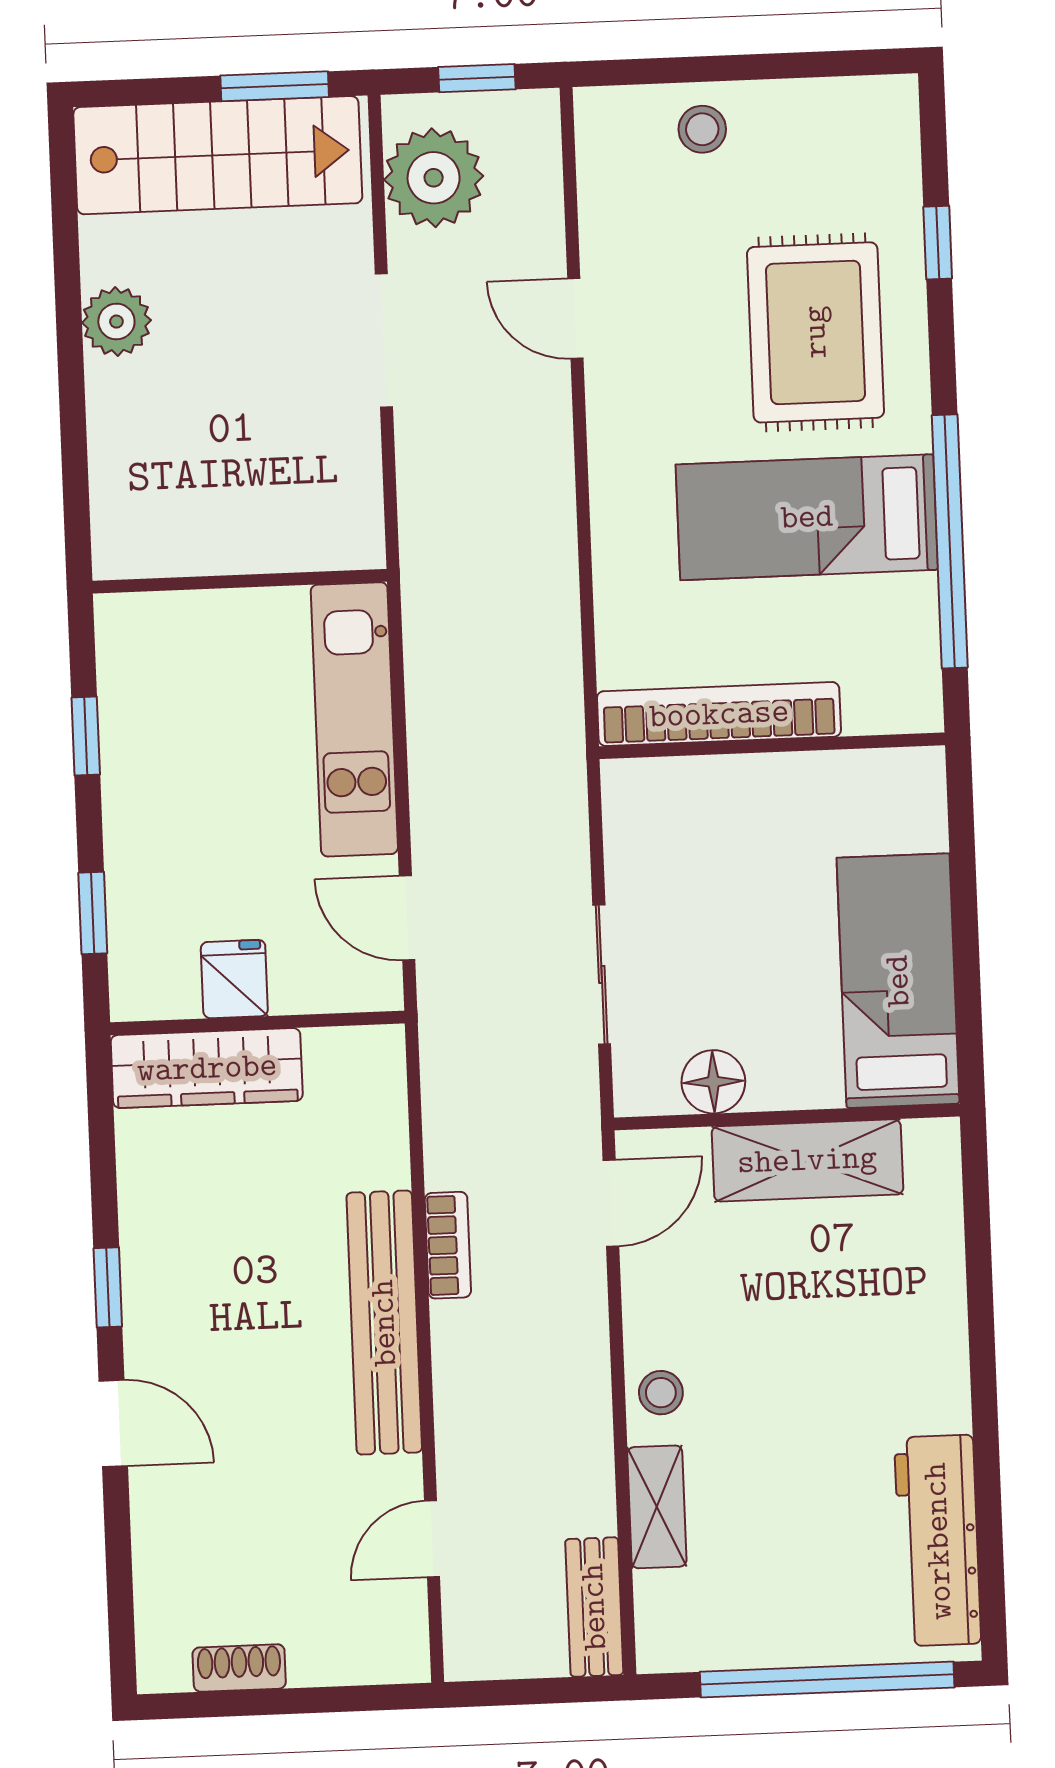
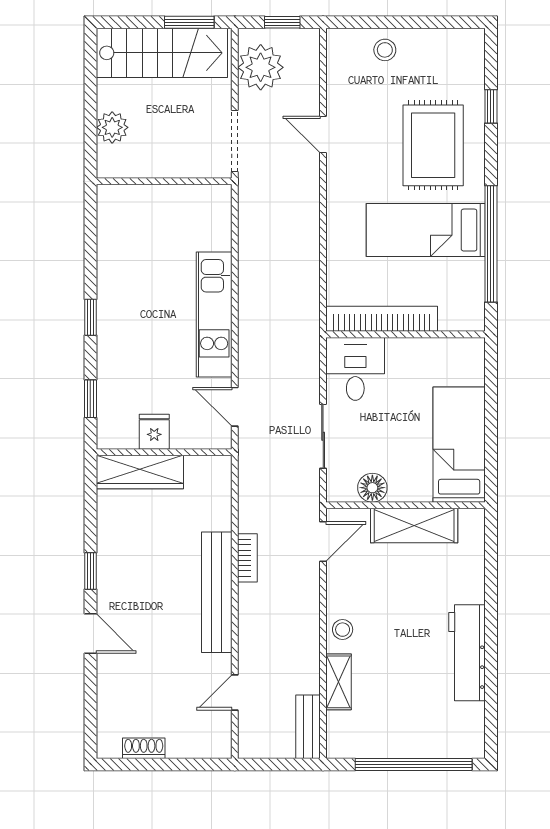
wall: (240, 581) -> (164, 181), moved
desk: (666, 825) -> (355, 369), added
workbench: (938, 1541) -> (467, 653), moved

